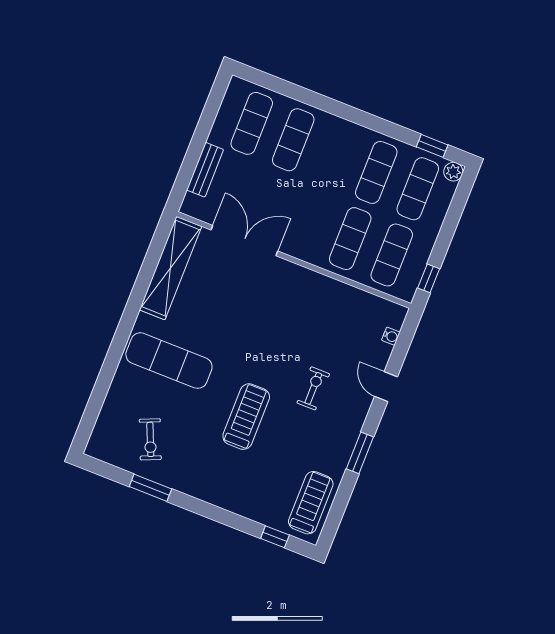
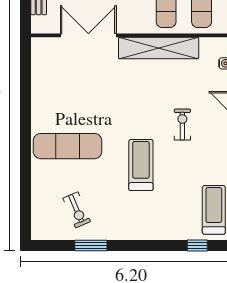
shelving: (171, 268) -> (159, 48), moved, turned 90

